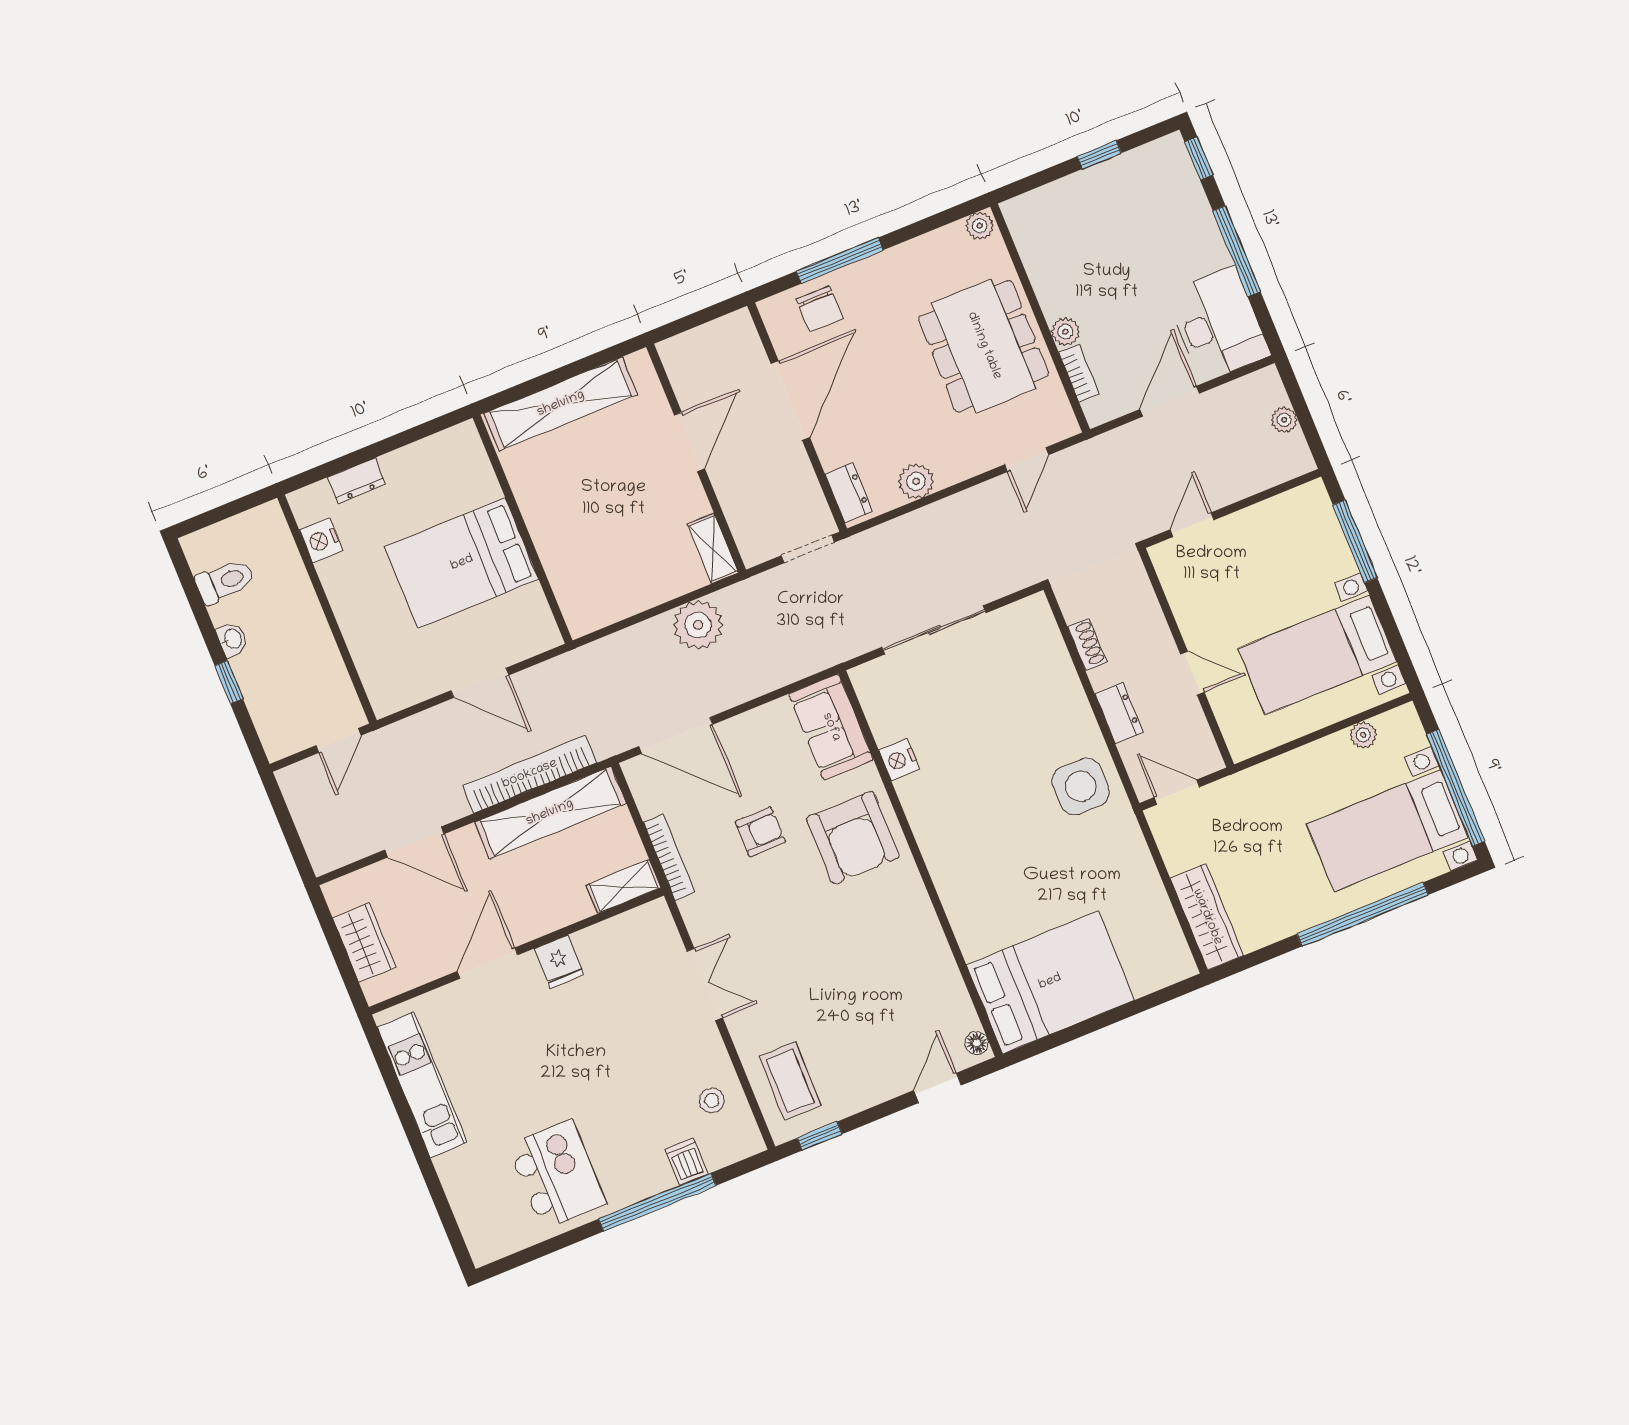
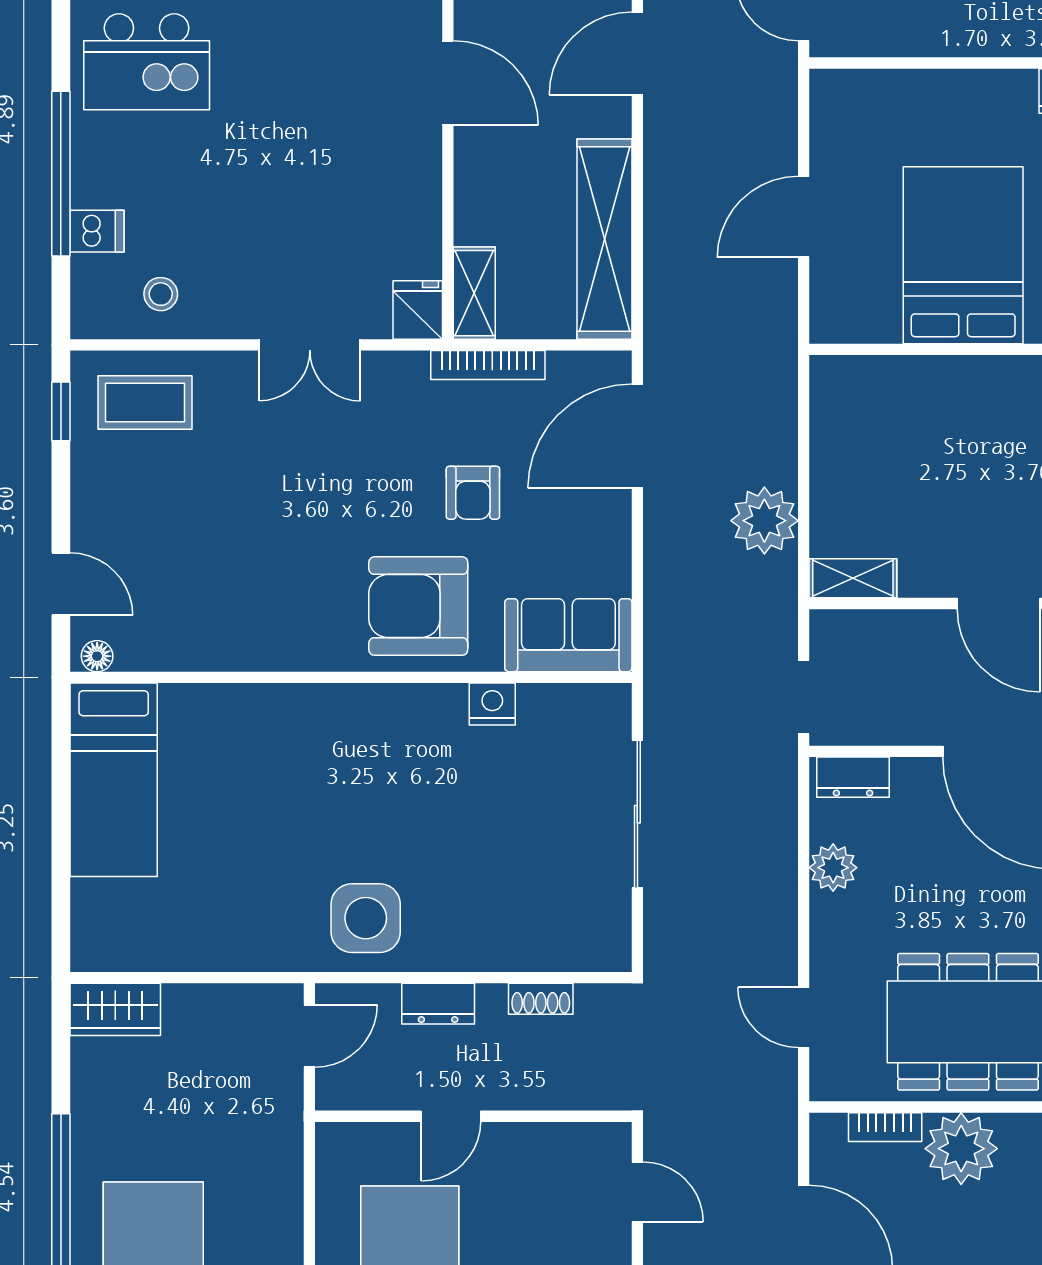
plant: (1065, 332) -> (961, 1149), width x1.87, depth x1.87
bookcase: (530, 774) -> (663, 233), removed
wardrobe: (1207, 917) -> (115, 1009), width x0.67
fridge: (559, 962) -> (418, 310), moved, turned 90
bed: (1050, 982) -> (114, 780), width x0.67

